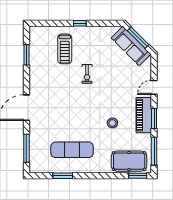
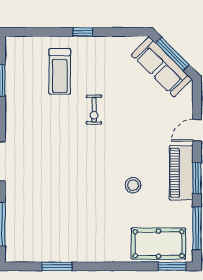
exercise mat: (72, 150) -> (71, 226), removed

